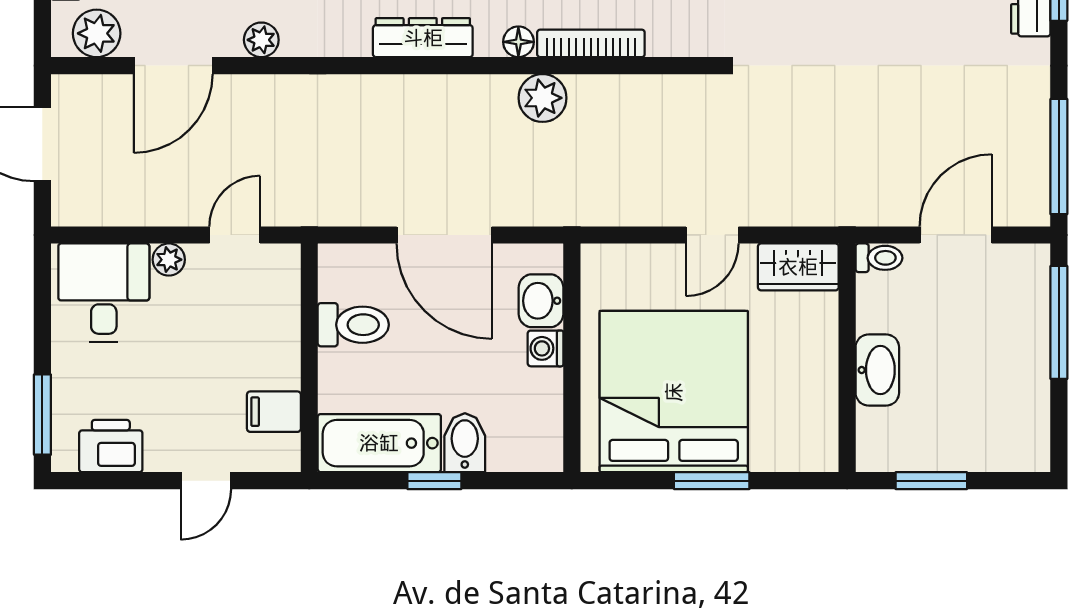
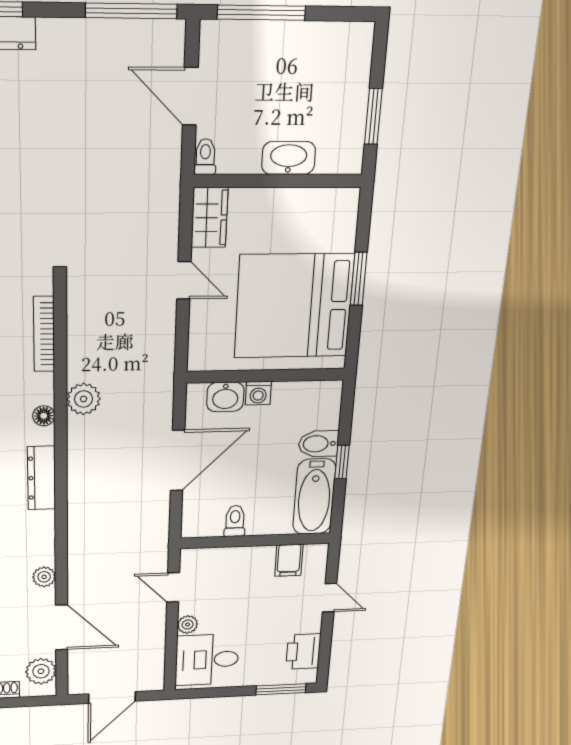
bookcase: (591, 43) -> (44, 334), moved
toilet: (353, 325) -> (235, 521), width x0.73, depth x0.72

